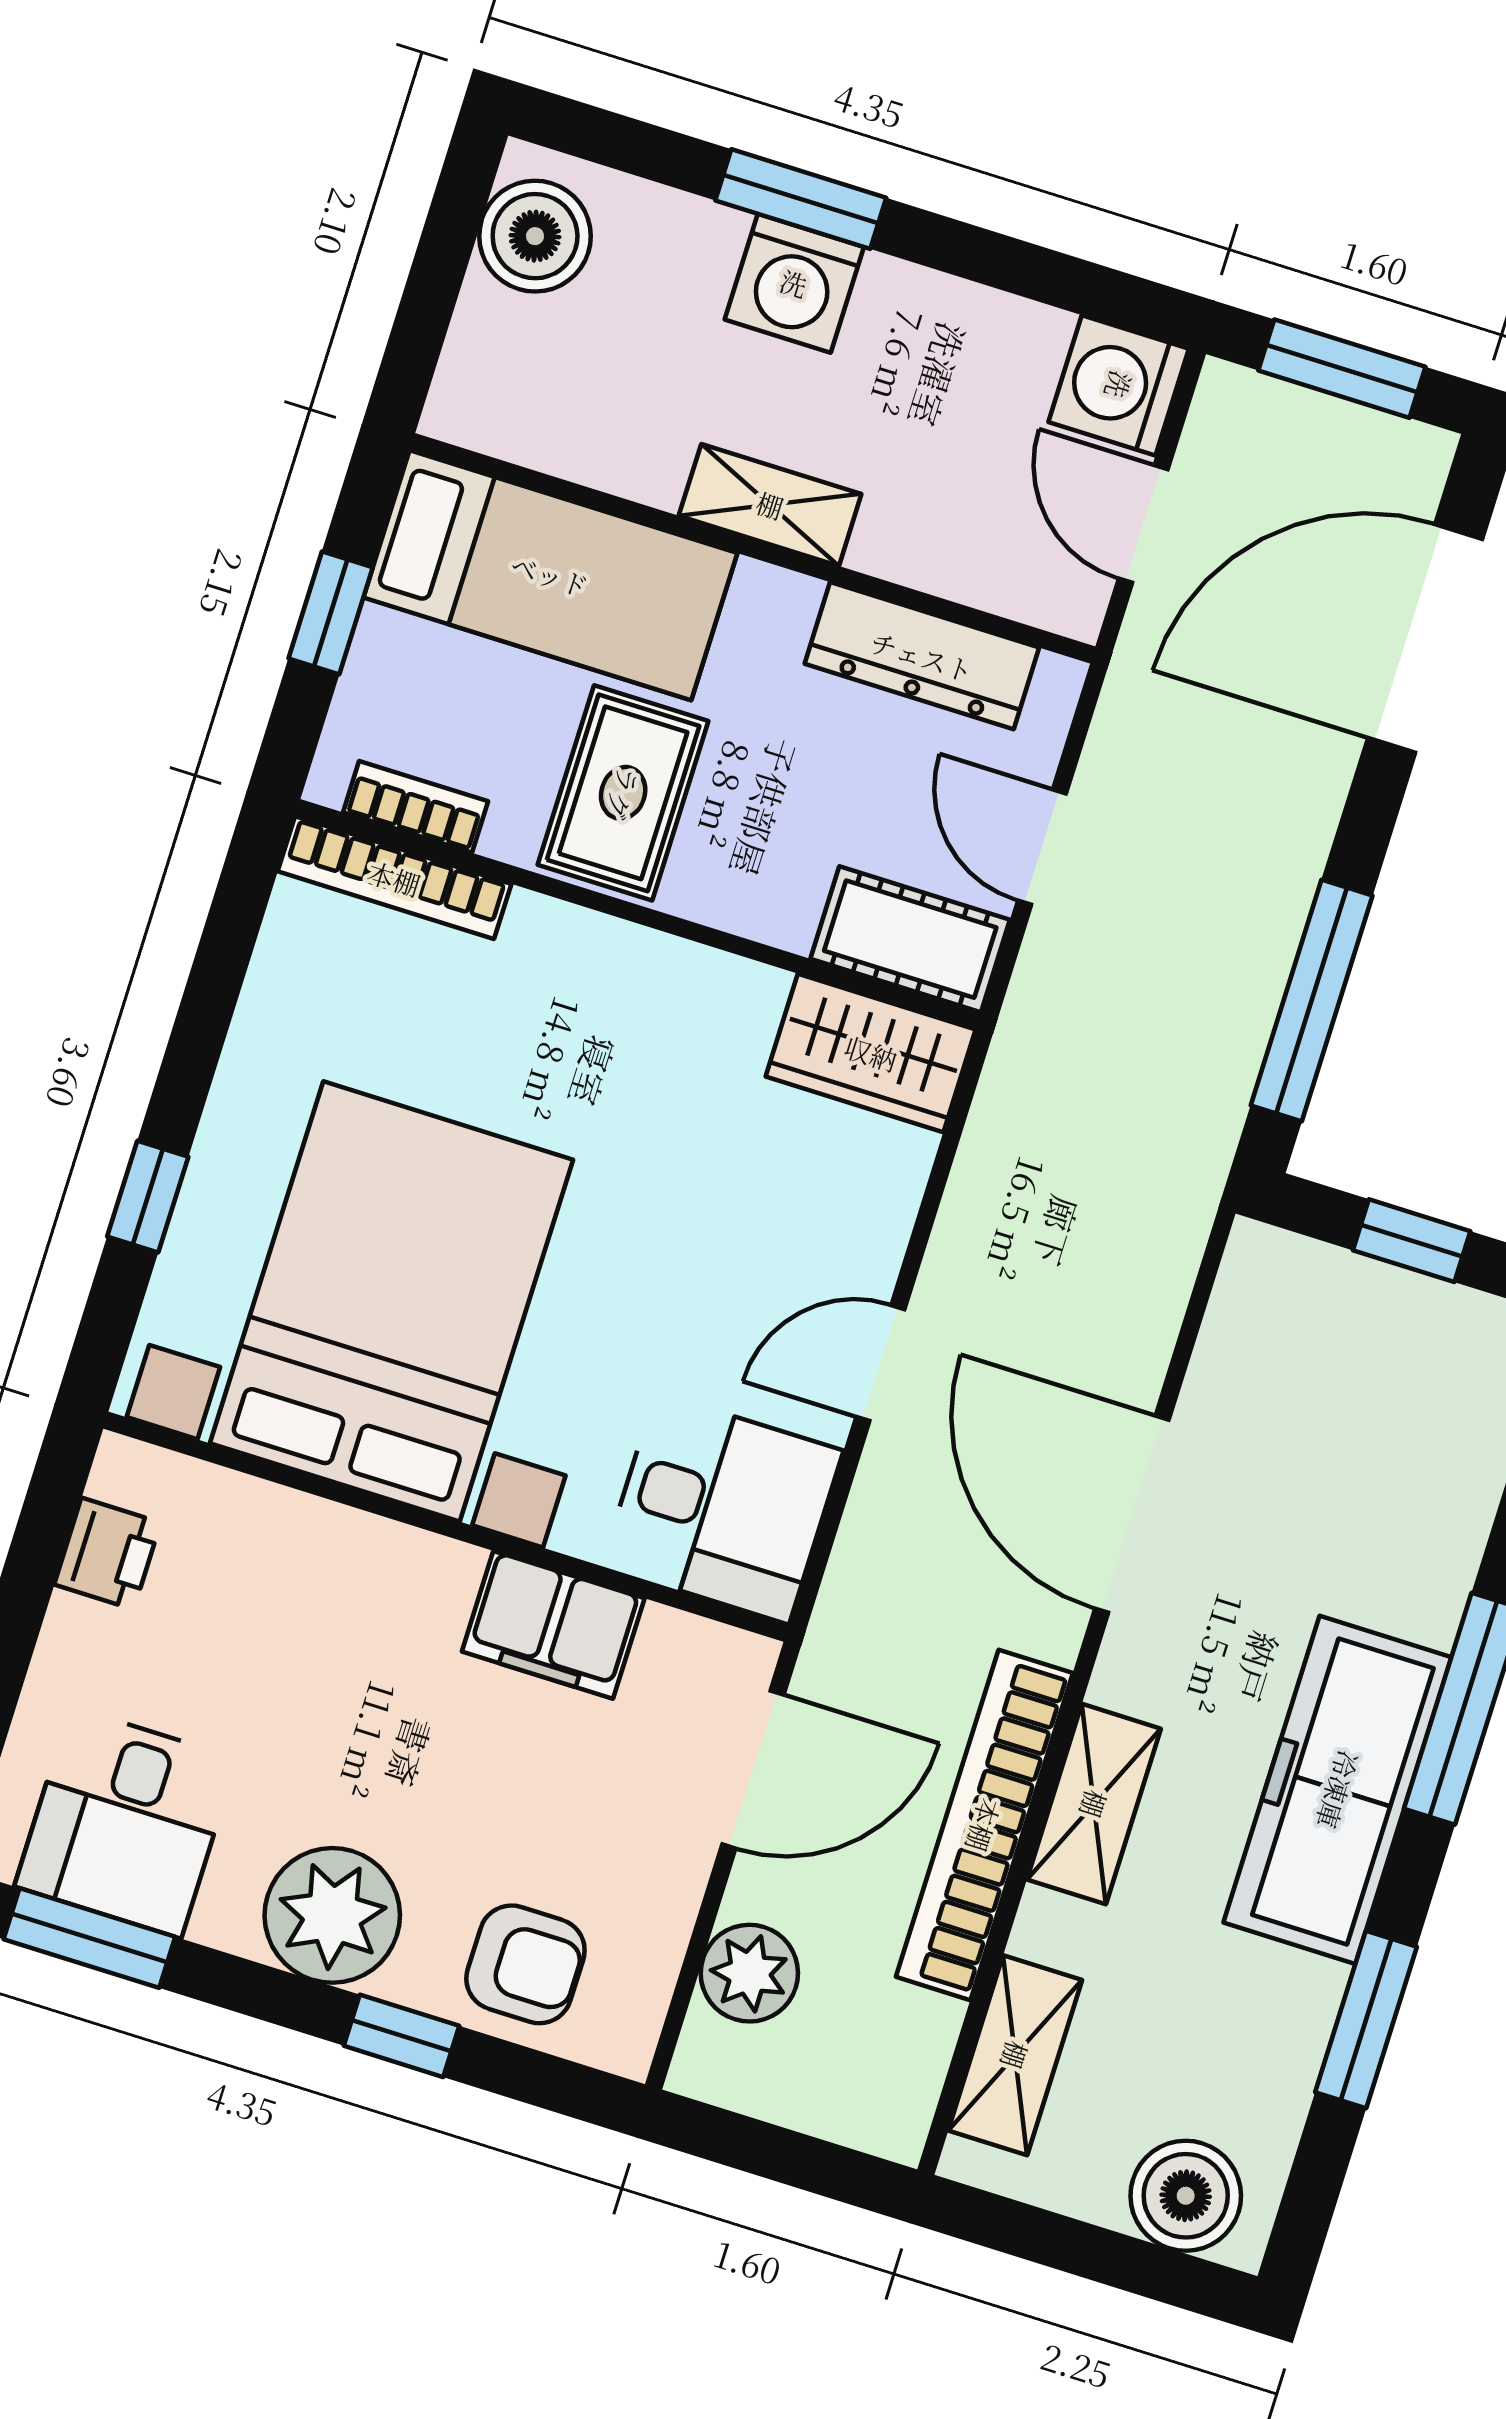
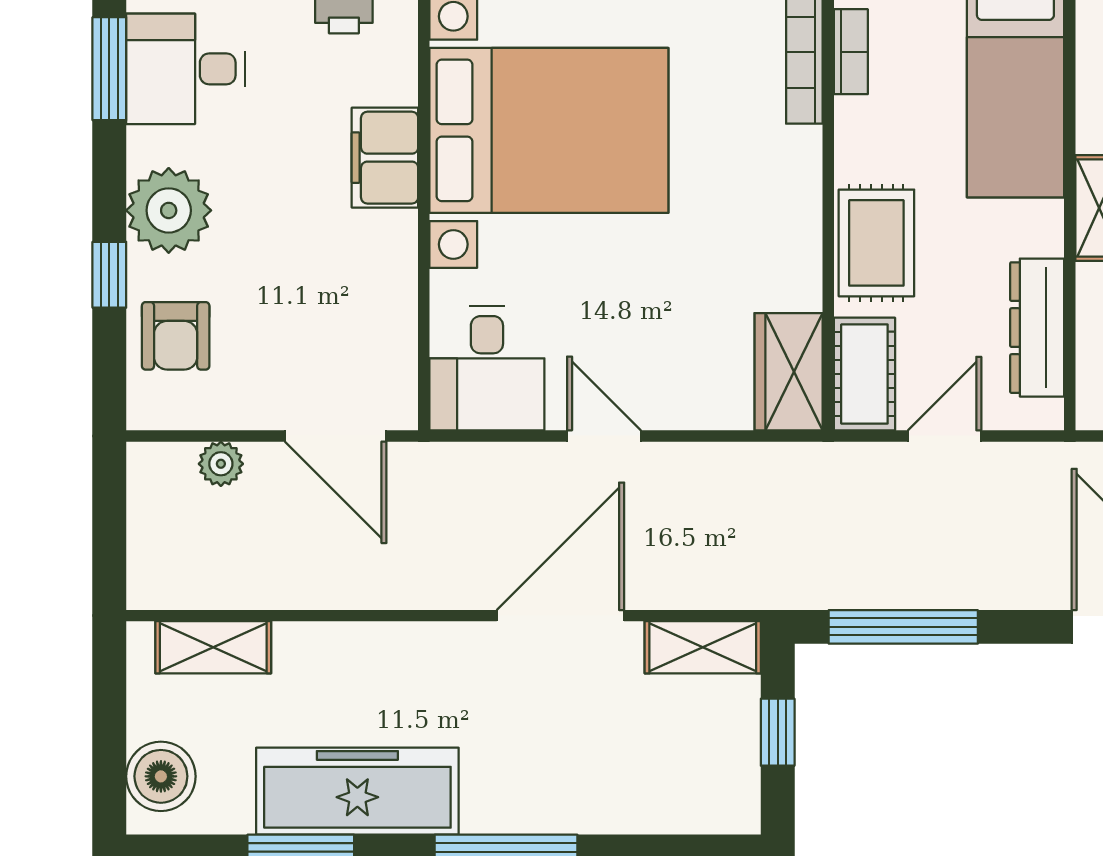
rug: (623, 793) -> (876, 243), moved, turned 90
filing cabinet: (553, 1625) -> (385, 158), moved
freezer: (1338, 1790) -> (357, 791), moved
shelving: (1094, 1804) -> (703, 647), moved
bookcase: (984, 1825) -> (346, 585), removed
plant: (749, 1973) -> (221, 464), width x0.73, depth x0.73

